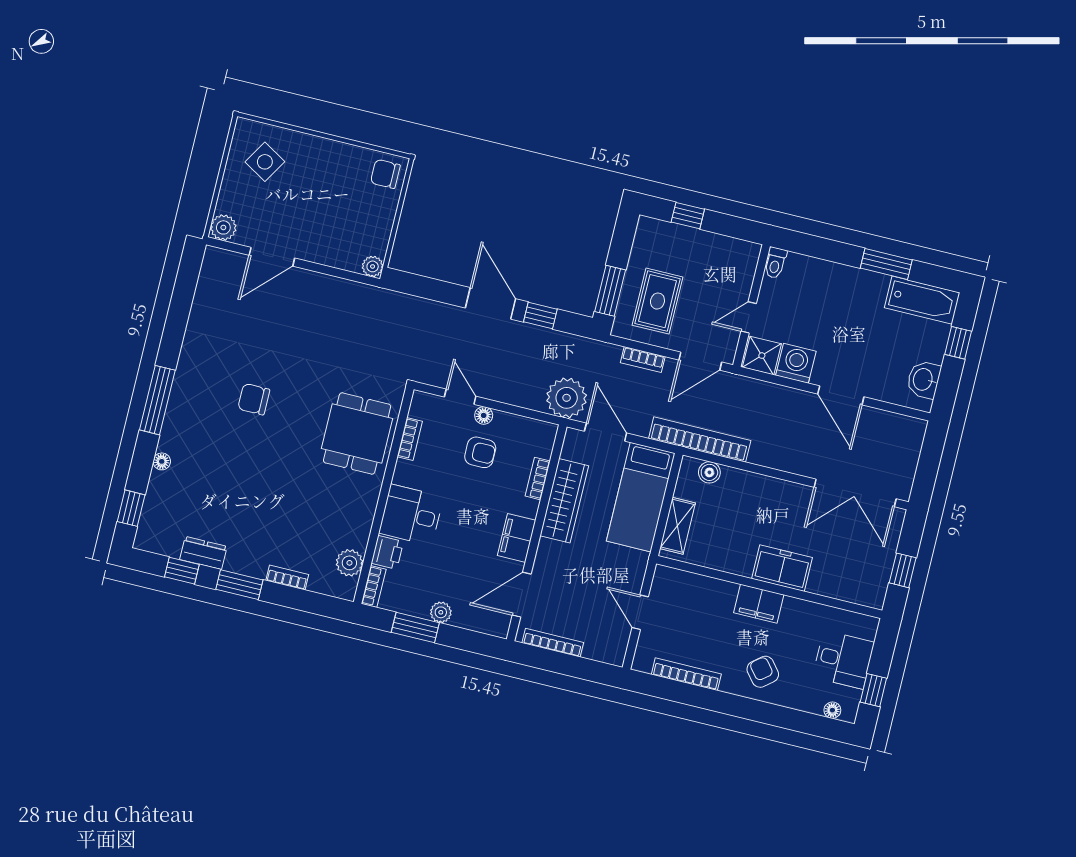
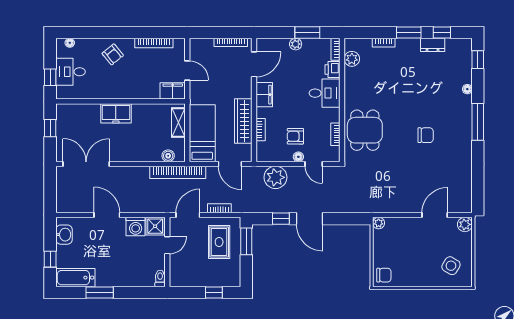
plant: (567, 398) -> (275, 177), moved
filing cabinet: (759, 604) -> (173, 91), moved
window: (873, 690) -> (50, 77), moved

